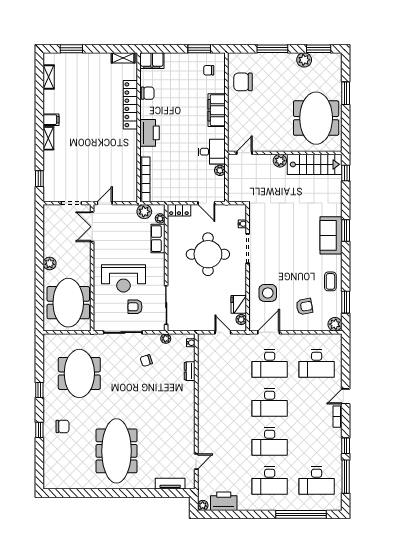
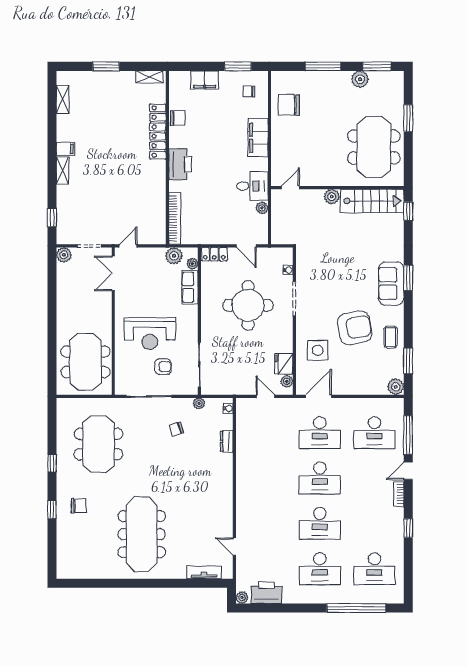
window: (71, 49) -> (106, 66), moved
filing cabinet: (152, 61) -> (205, 80), moved
plant: (50, 263) -> (64, 255), moved
armchair: (135, 307) -> (163, 367), turned 180
armchair: (304, 307) -> (355, 328), moved, width x1.88, depth x1.88
door: (196, 462) -> (234, 547), swing flipped
window: (346, 477) -> (408, 435), moved

